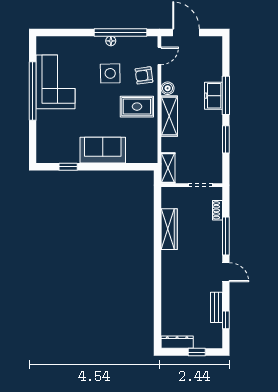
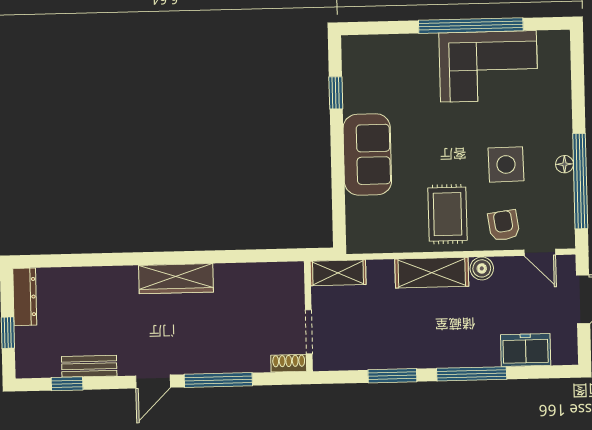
freezer: (213, 96) -> (526, 350), moved
shoe rack: (218, 210) -> (289, 363), moved
wardrobe: (169, 229) -> (176, 279), moved

